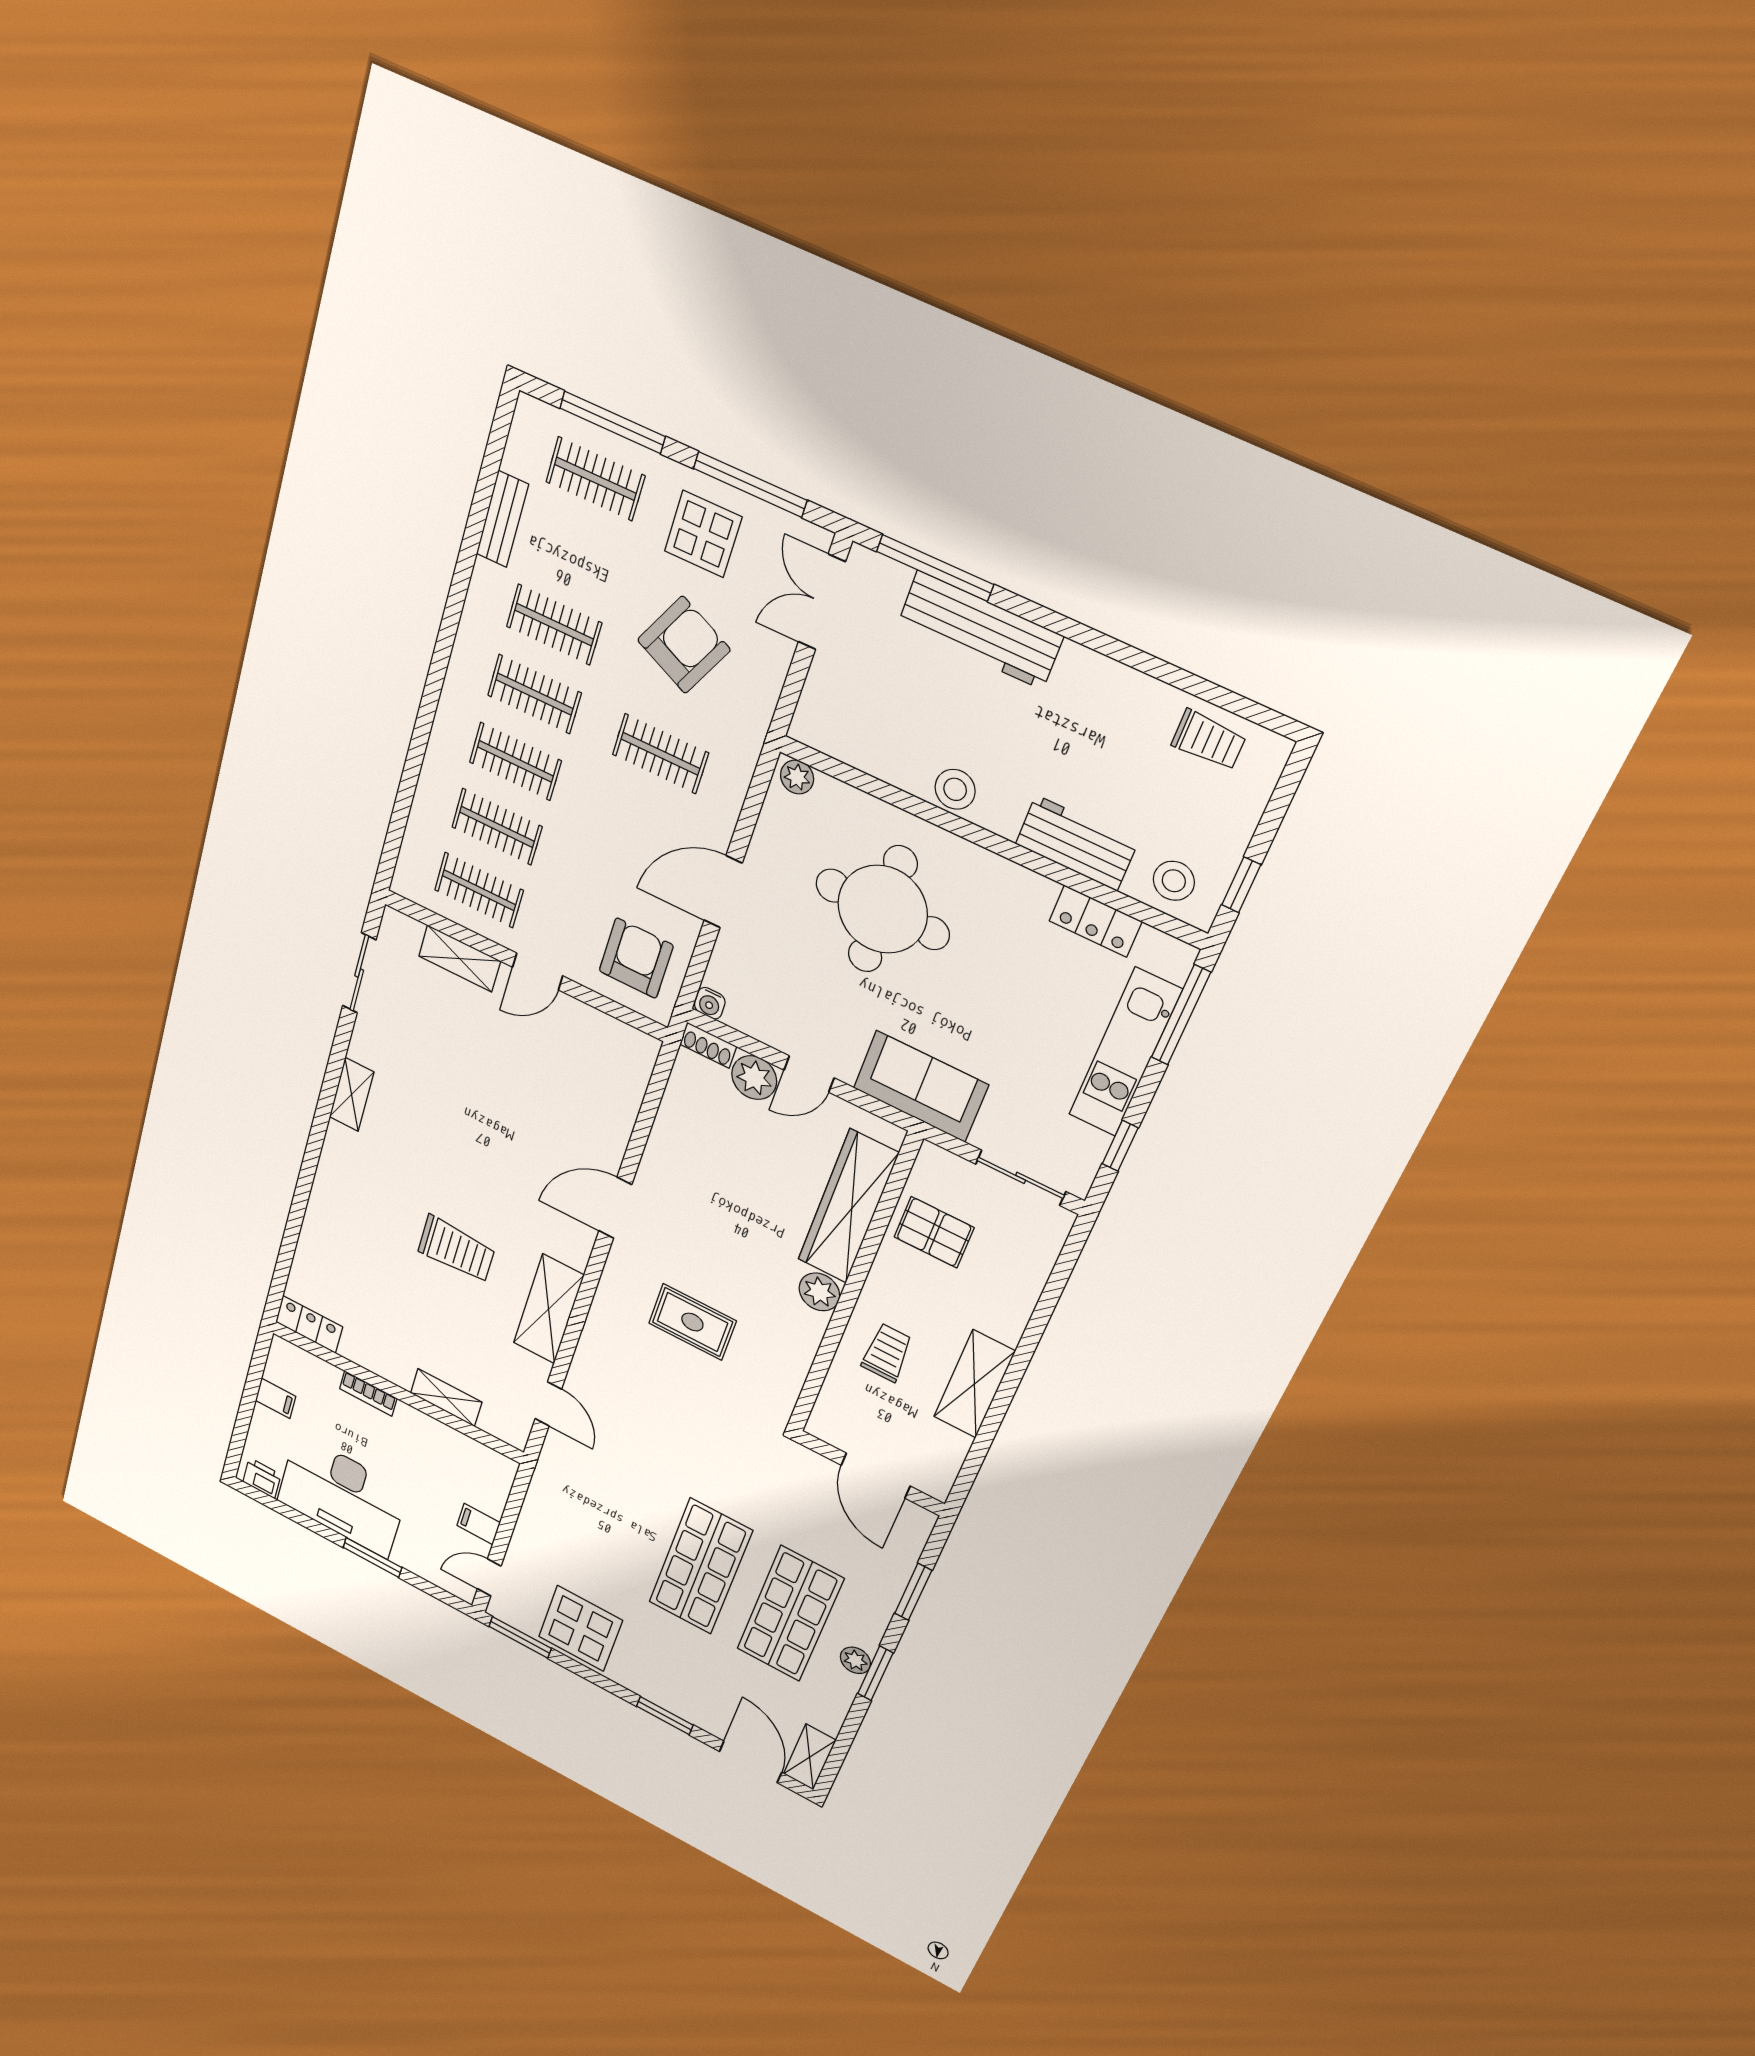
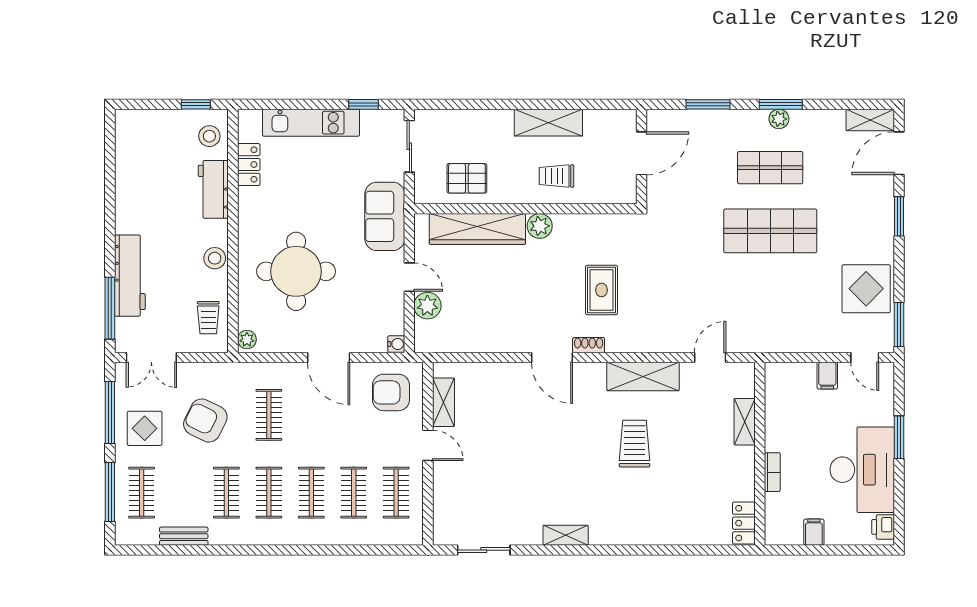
trolley: (1209, 740) -> (208, 318), moved, turned 180
shelving: (460, 959) -> (443, 402), moved
window: (1181, 1015) -> (277, 104), removed
shoe rack: (708, 1045) -> (589, 345), moved, turned -90
pallet: (934, 1232) -> (467, 178), turned 90
shop shelf: (790, 1614) -> (770, 168), width x0.70, depth x0.74

